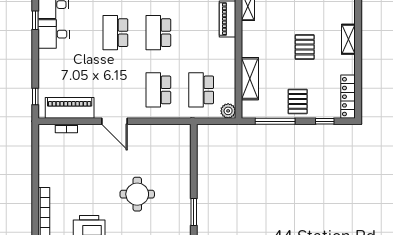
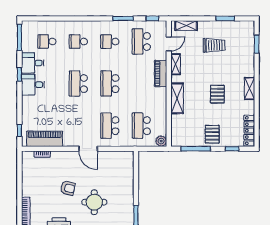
shelving: (250, 79) -> (177, 98), moved
door: (114, 121) -> (88, 149), moved
armchair: (101, 175) -> (68, 188), added

